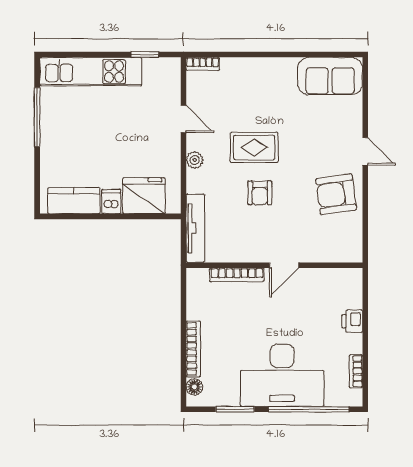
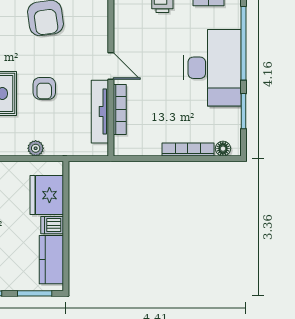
plant: (195, 160) -> (36, 148), moved
window: (37, 183) -> (35, 293), added
armchair: (260, 193) -> (44, 88), turned 90
tv unit: (195, 228) -> (100, 112), moved, turned -90

